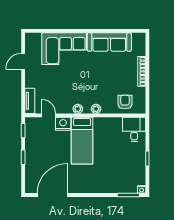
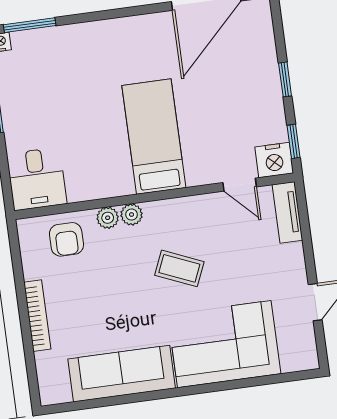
coffee table: (79, 83) -> (179, 268), added
plant: (78, 109) -> (108, 218), moved
nightstand: (63, 124) -> (274, 160), moved

